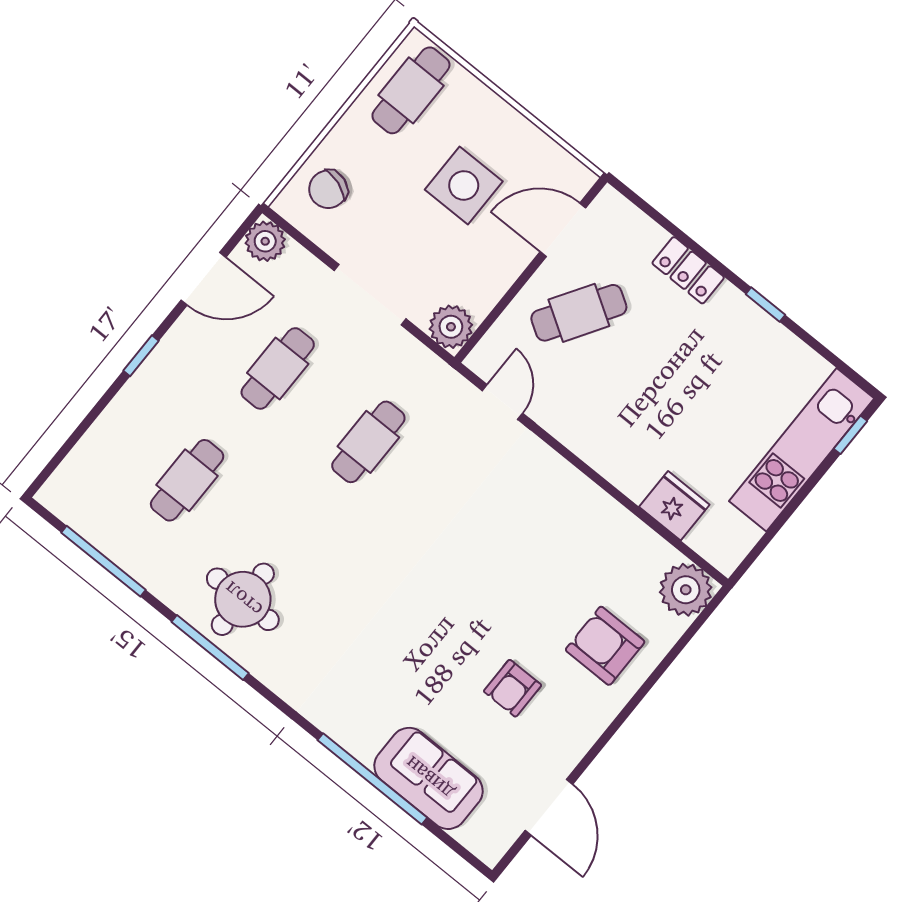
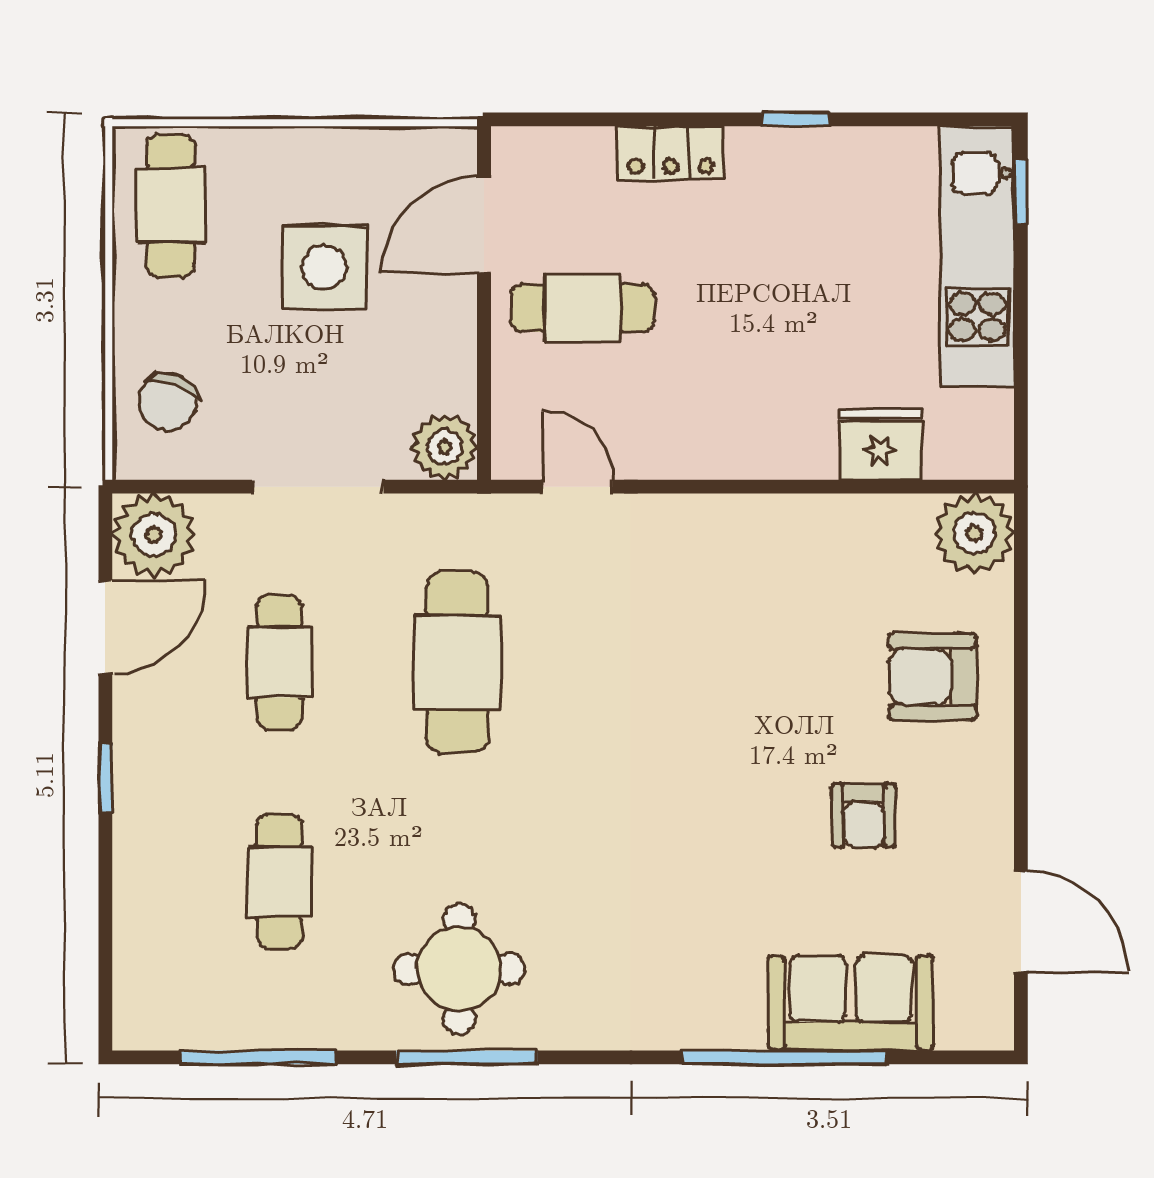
plant: (265, 241) -> (154, 535), width x1.36, depth x1.36
cafe table: (579, 313) -> (582, 308), turned 58
cafe table: (368, 442) -> (457, 662), width x1.37, depth x1.35

